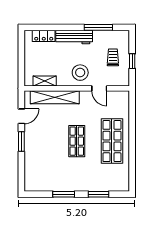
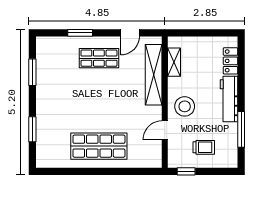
window: (132, 61) -> (186, 171), moved
door: (21, 116) -> (130, 33), hinge flipped
window: (21, 141) -> (80, 33), moved
shop shelf: (77, 141) -> (99, 58), moved
window: (64, 194) -> (32, 72), moved

